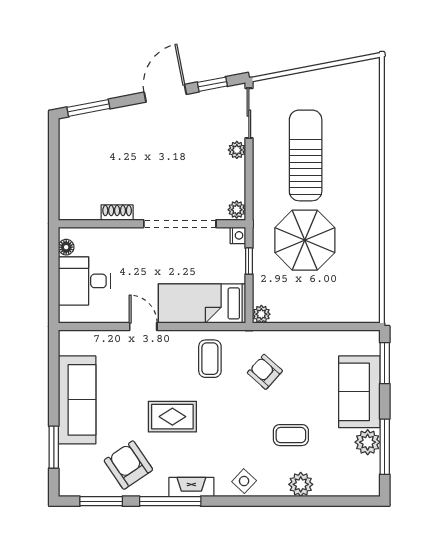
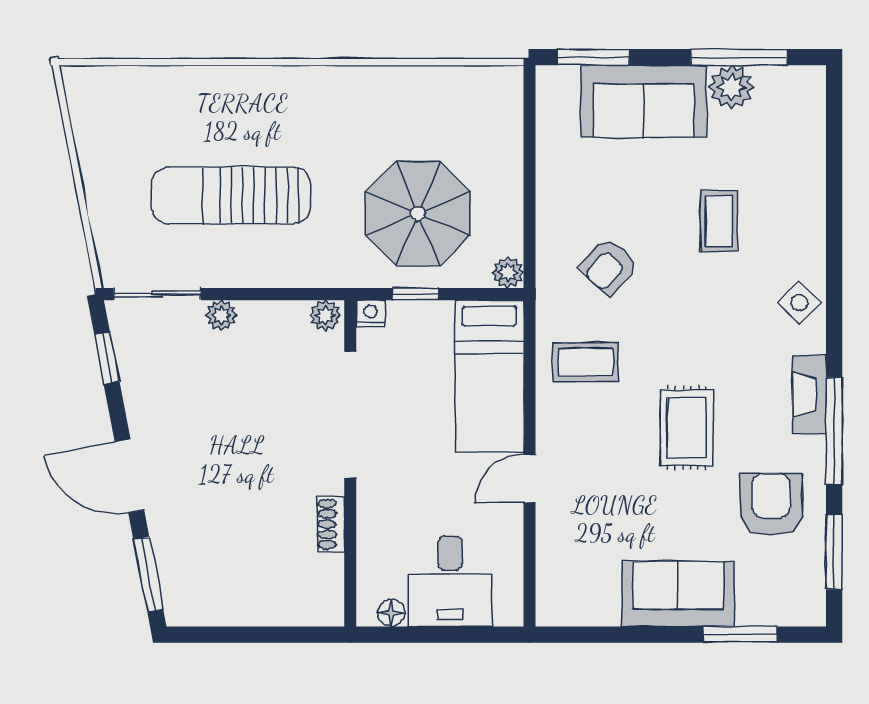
door: (165, 93) -> (129, 476), moved
parasol: (305, 240) -> (418, 214), moved
sofa: (77, 400) -> (678, 594), width x0.73
armchair: (128, 465) -> (771, 504), turned 124
plant: (301, 484) -> (805, 204), removed

